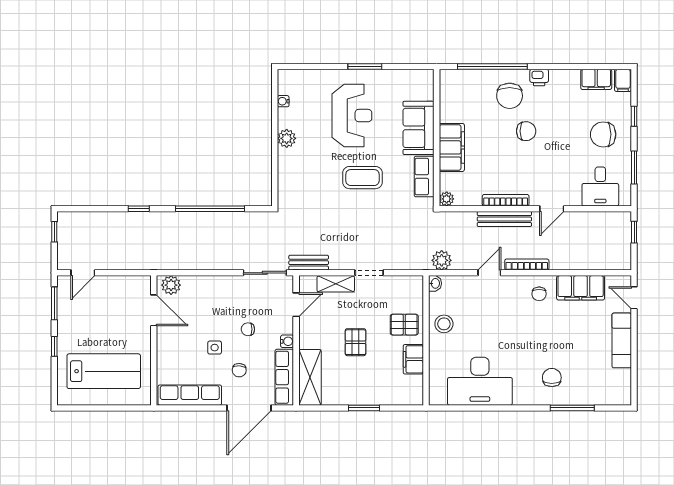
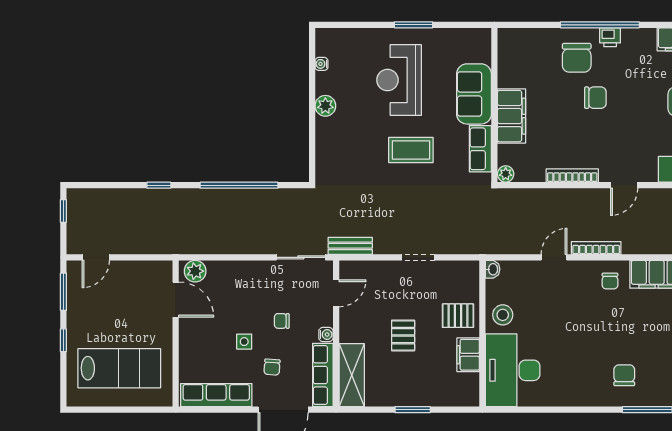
window: (492, 66) -> (600, 25), moved
reception desk: (352, 116) -> (399, 80), turned 180
bench: (504, 219) -> (571, 197), removed
plant: (442, 260) -> (500, 243), removed
shelving: (336, 284) -> (381, 270), removed
desk: (480, 381) -> (513, 370), moved, turned 90

